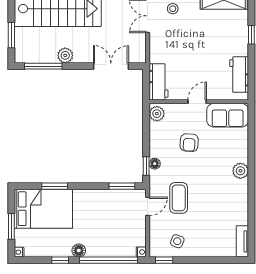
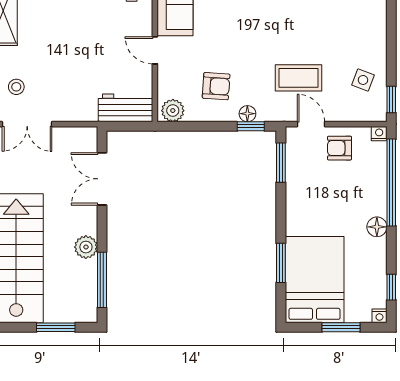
armchair: (189, 143) -> (216, 86), moved
armchair: (132, 225) -> (339, 148), added
window: (60, 260) -> (391, 287), moved

